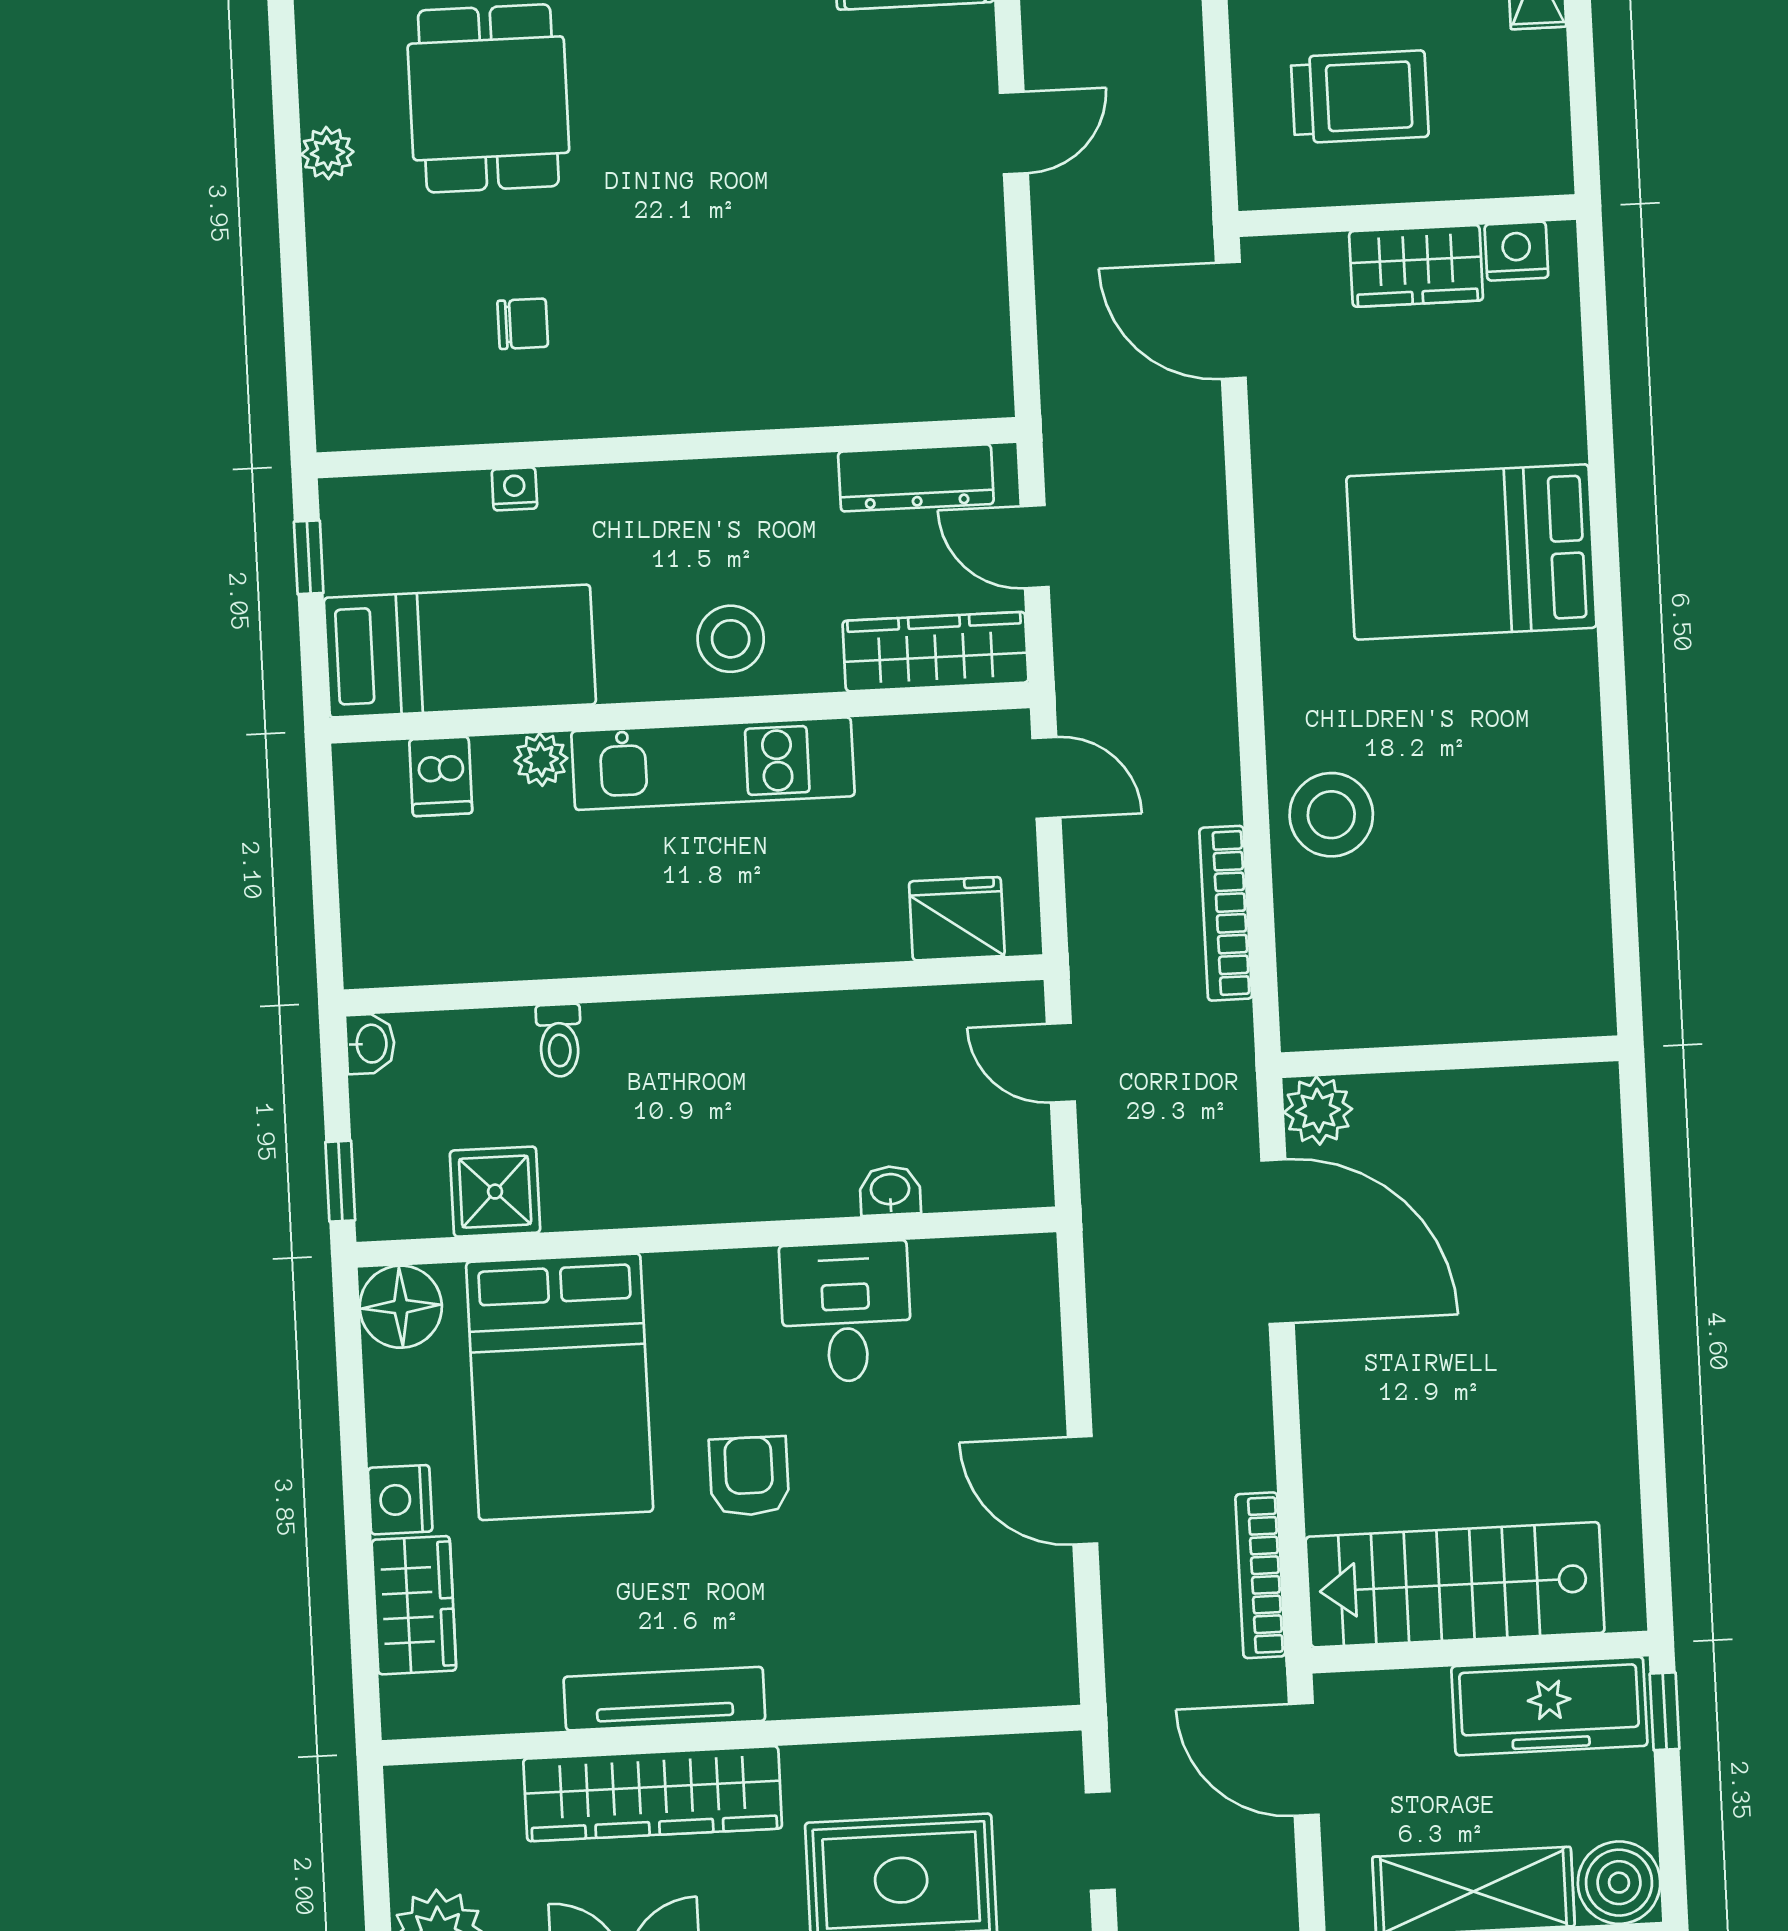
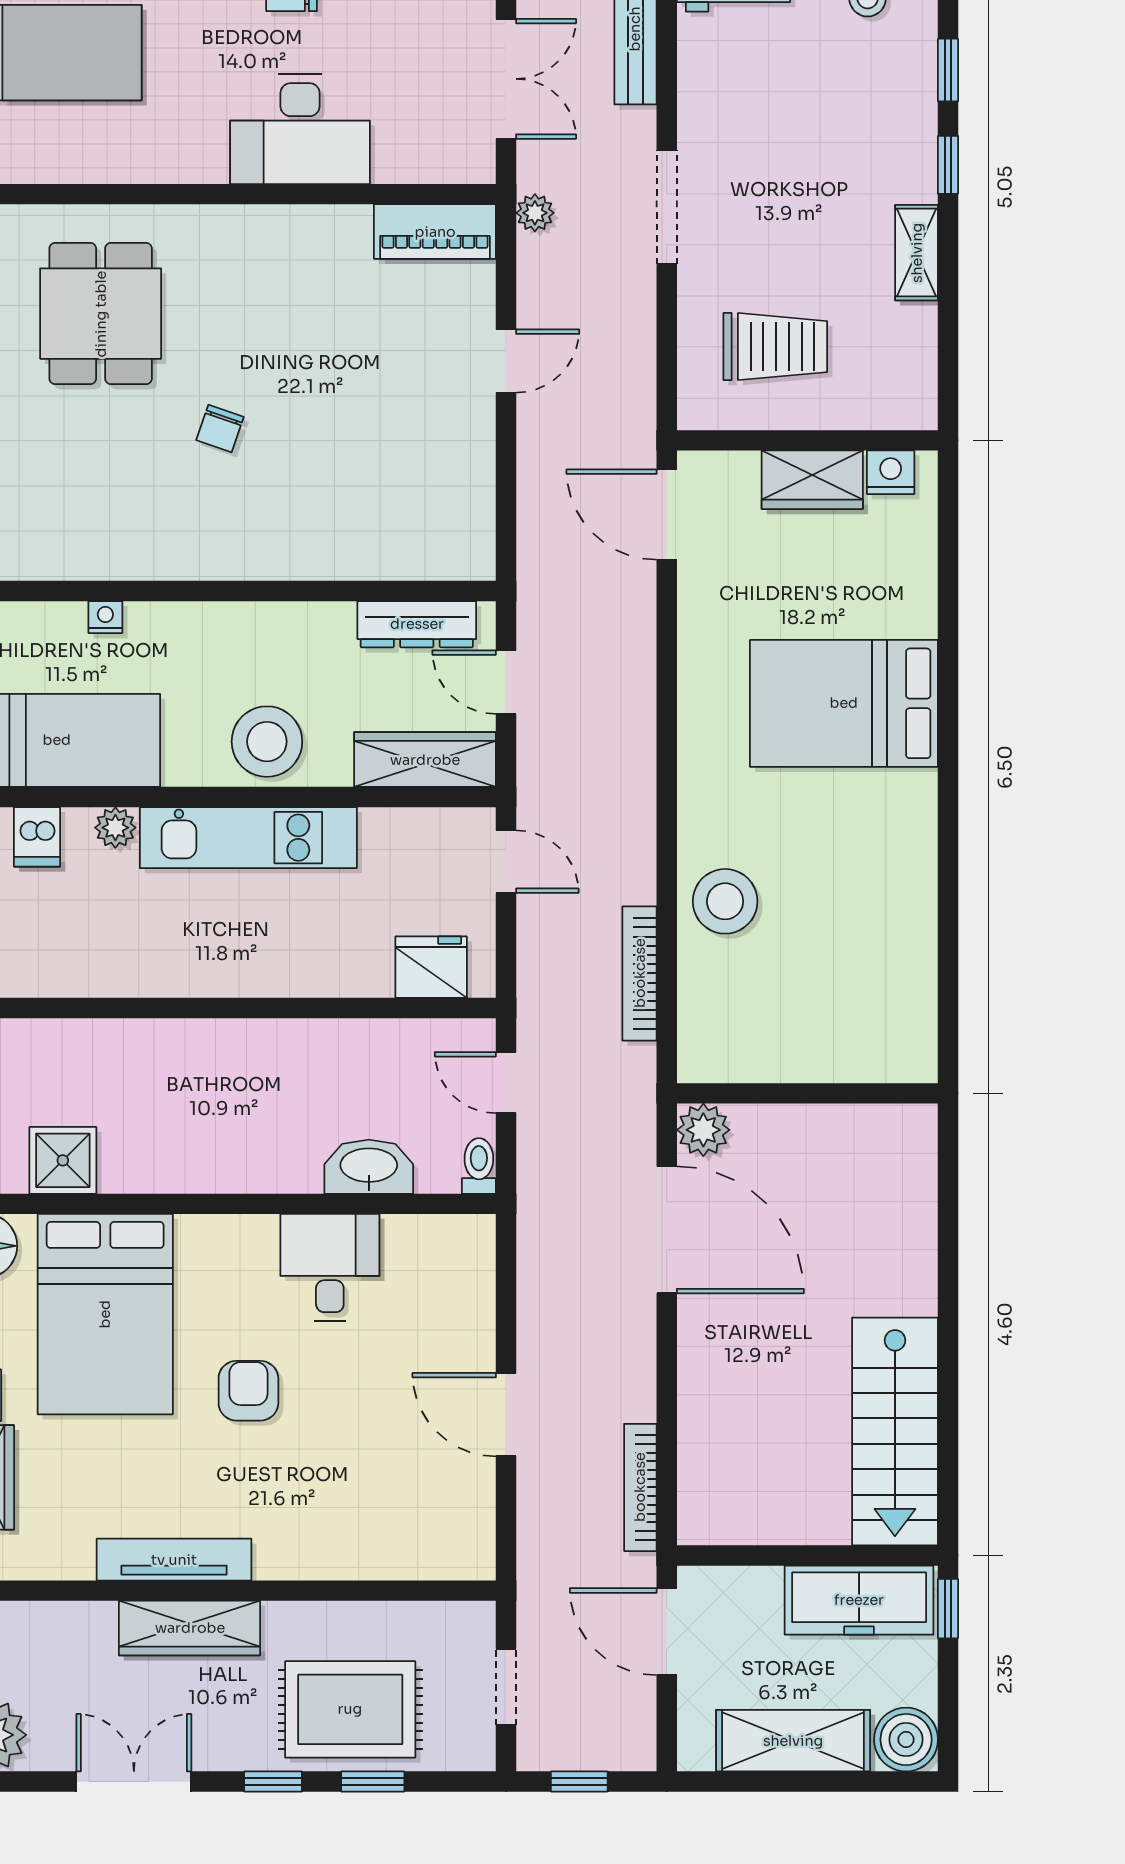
chair: (523, 324) -> (220, 429), moved, turned 109
stool: (731, 639) -> (267, 742), width x1.38, depth x1.38
toilet: (559, 1040) -> (479, 1166), moved, turned 180
washbasin: (890, 1191) -> (369, 1167), width x1.91, depth x1.45
stairs: (1455, 1585) -> (895, 1431), moved, turned -90
wardrobe: (653, 1794) -> (190, 1628), width x0.71, depth x0.85

